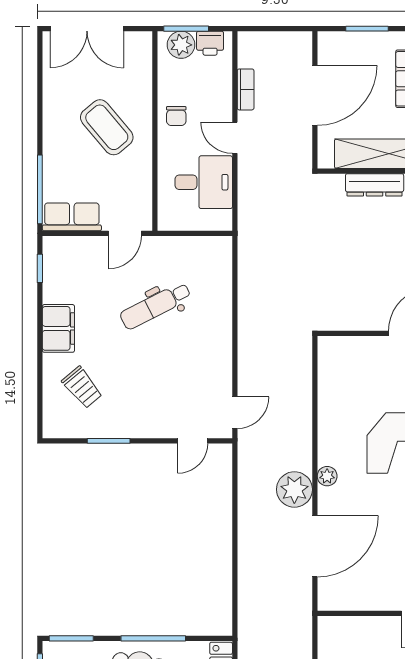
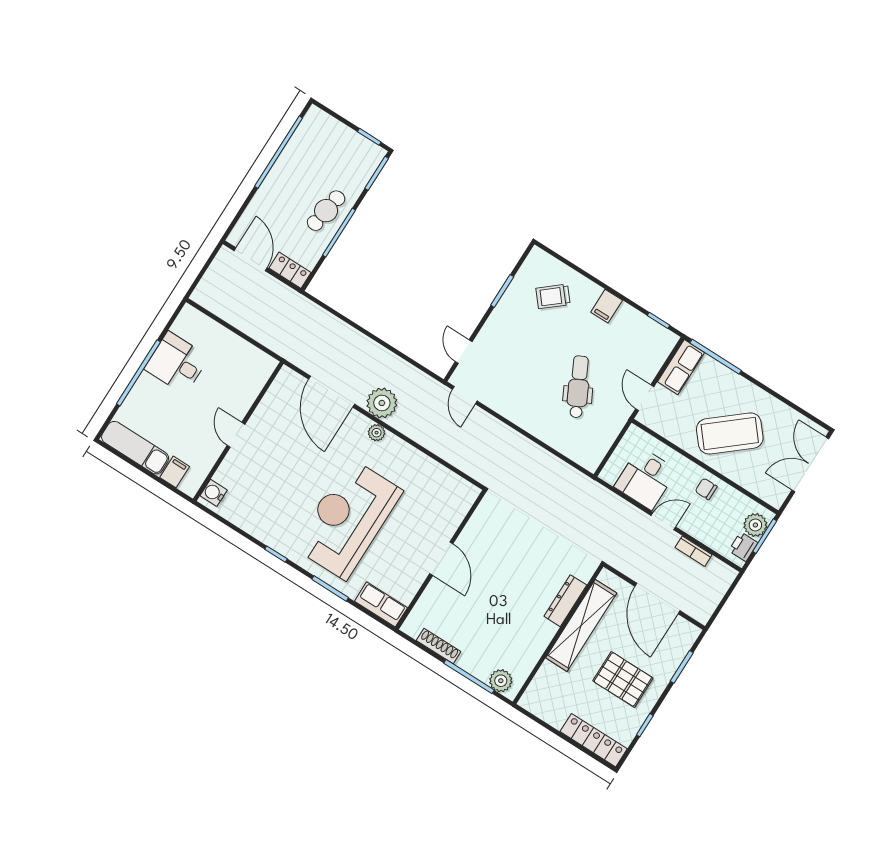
coffee table: (107, 127) -> (730, 433), width x1.36, depth x1.32
filing cabinet: (58, 328) -> (607, 306), width x0.50

